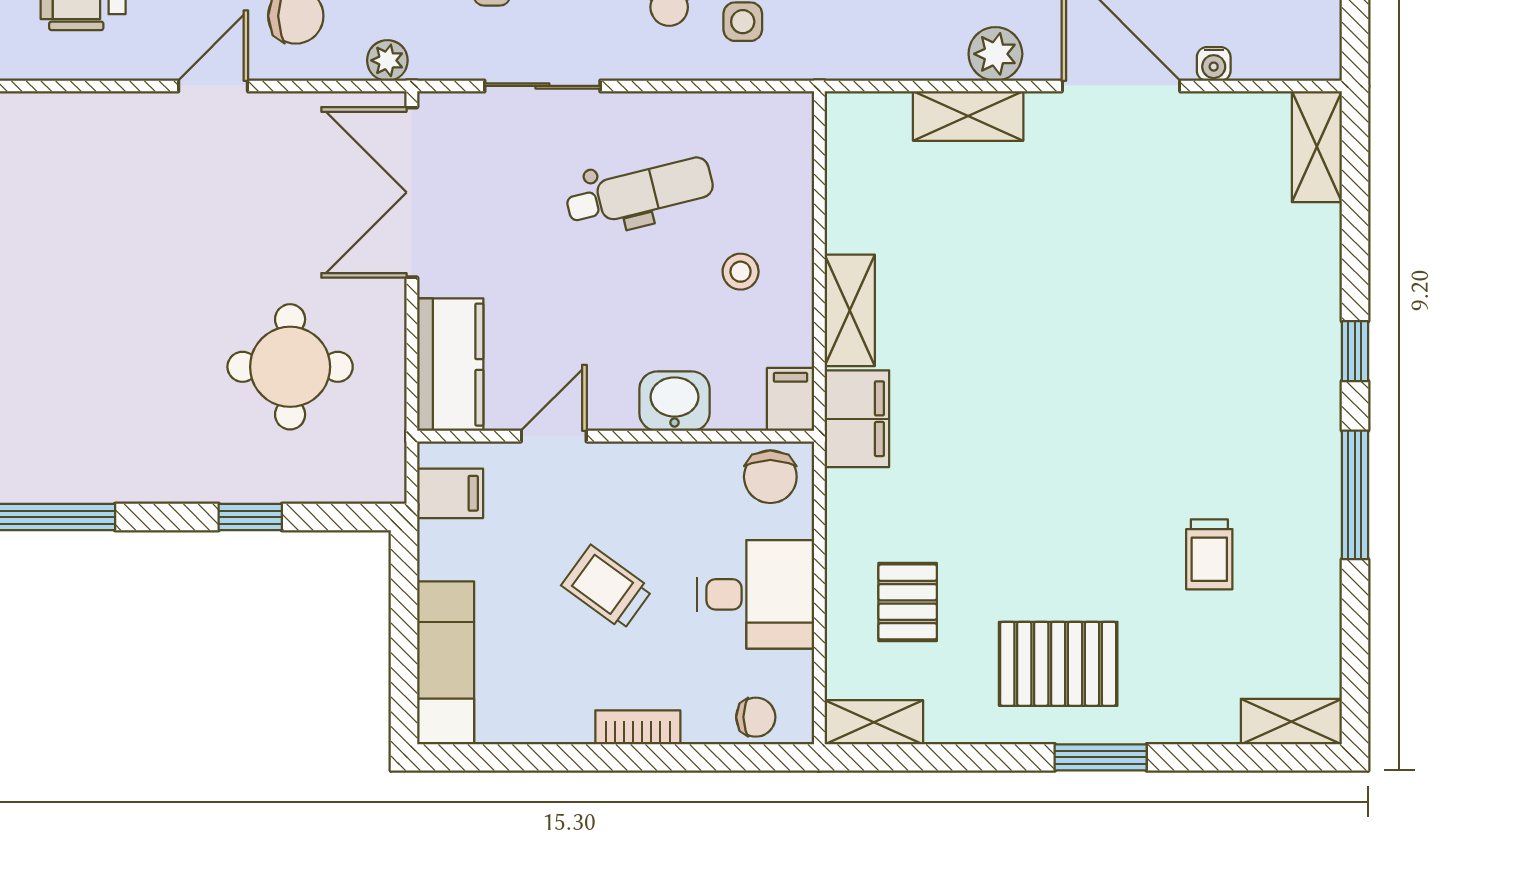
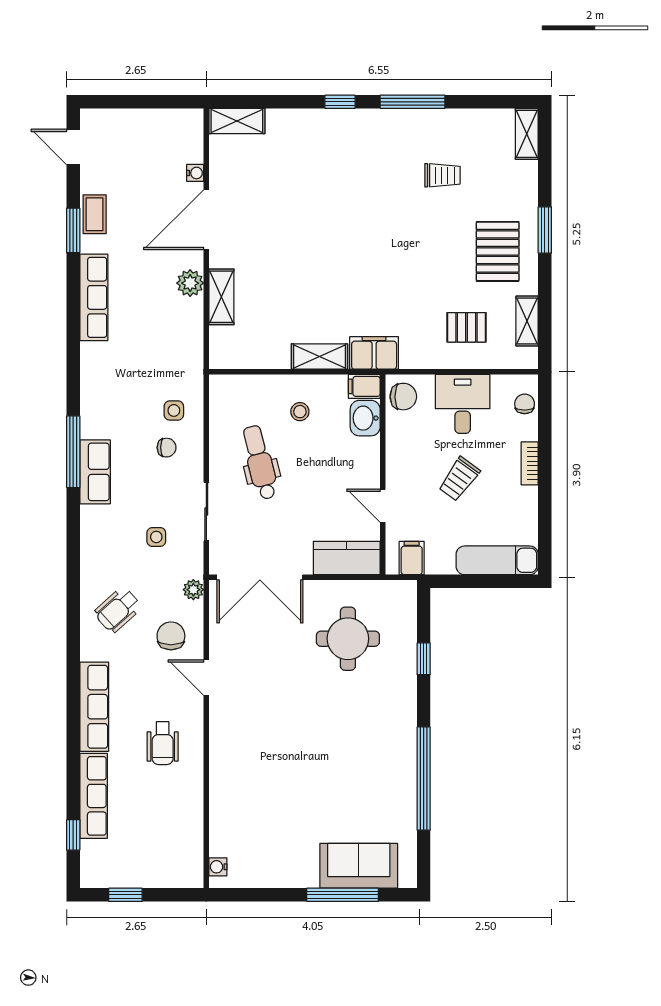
washbasin: (674, 401) -> (365, 418), moved
shelving: (874, 722) -> (527, 321), moved

